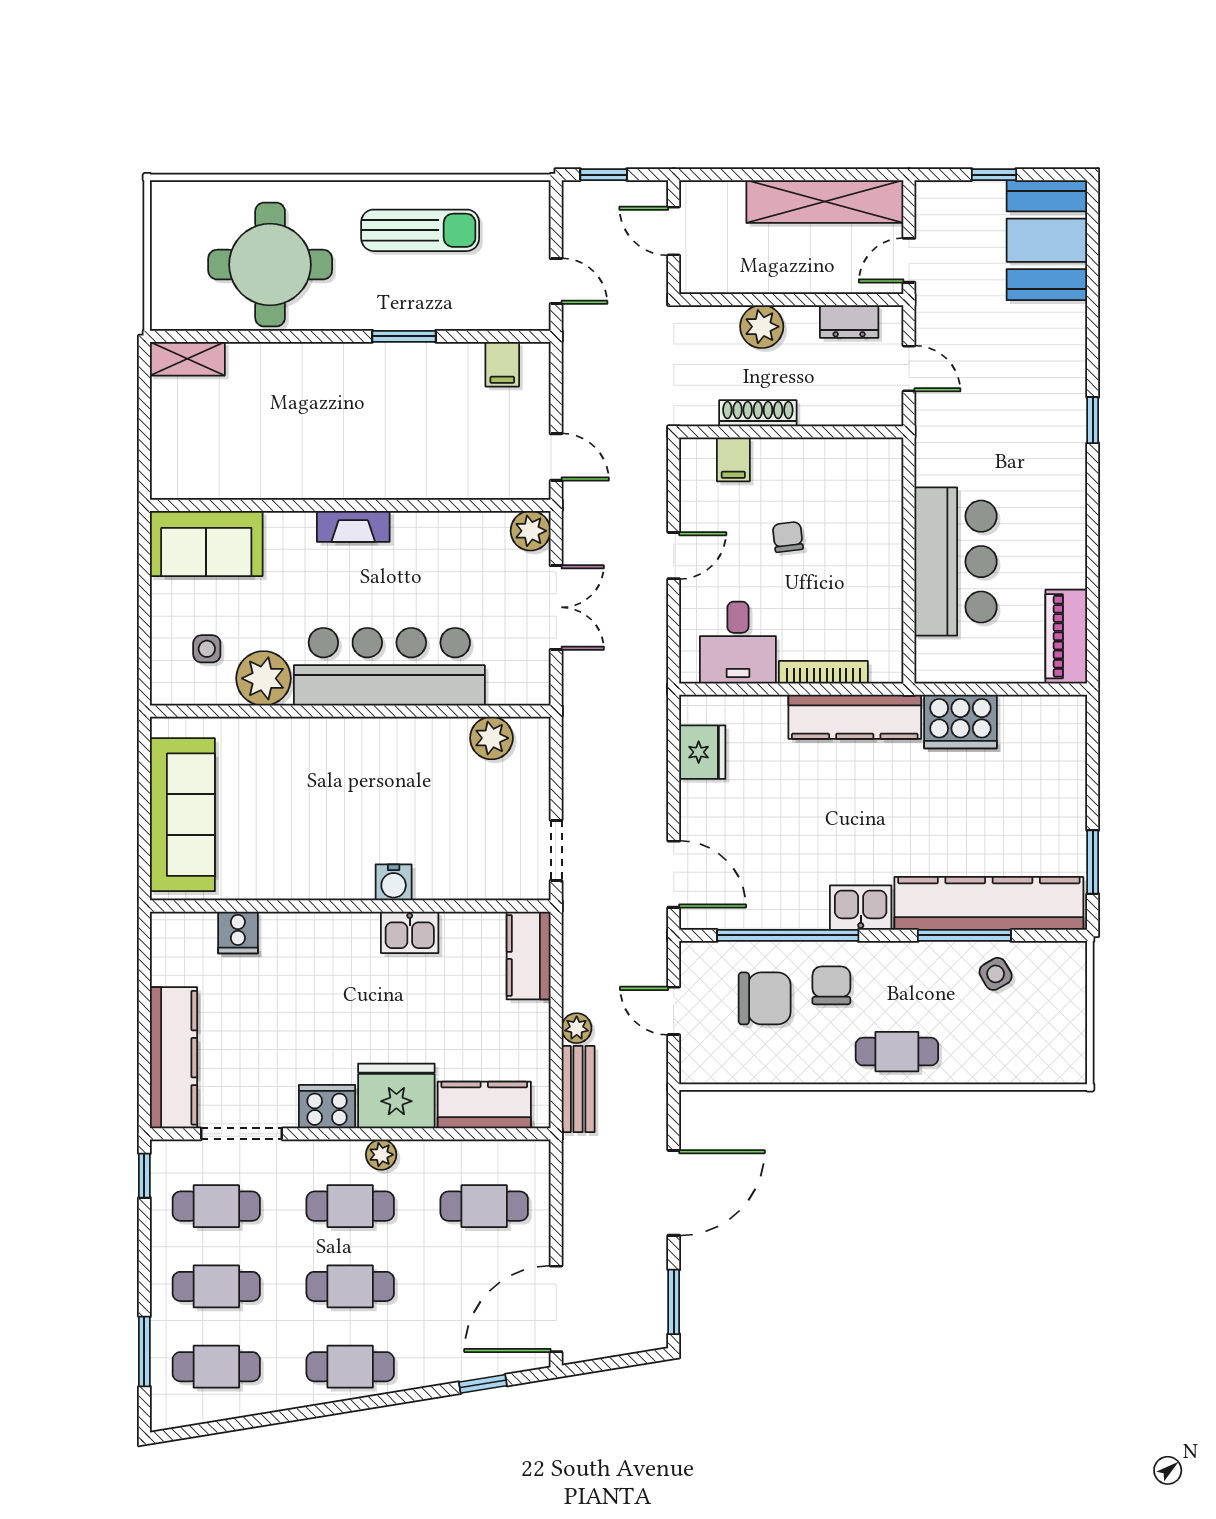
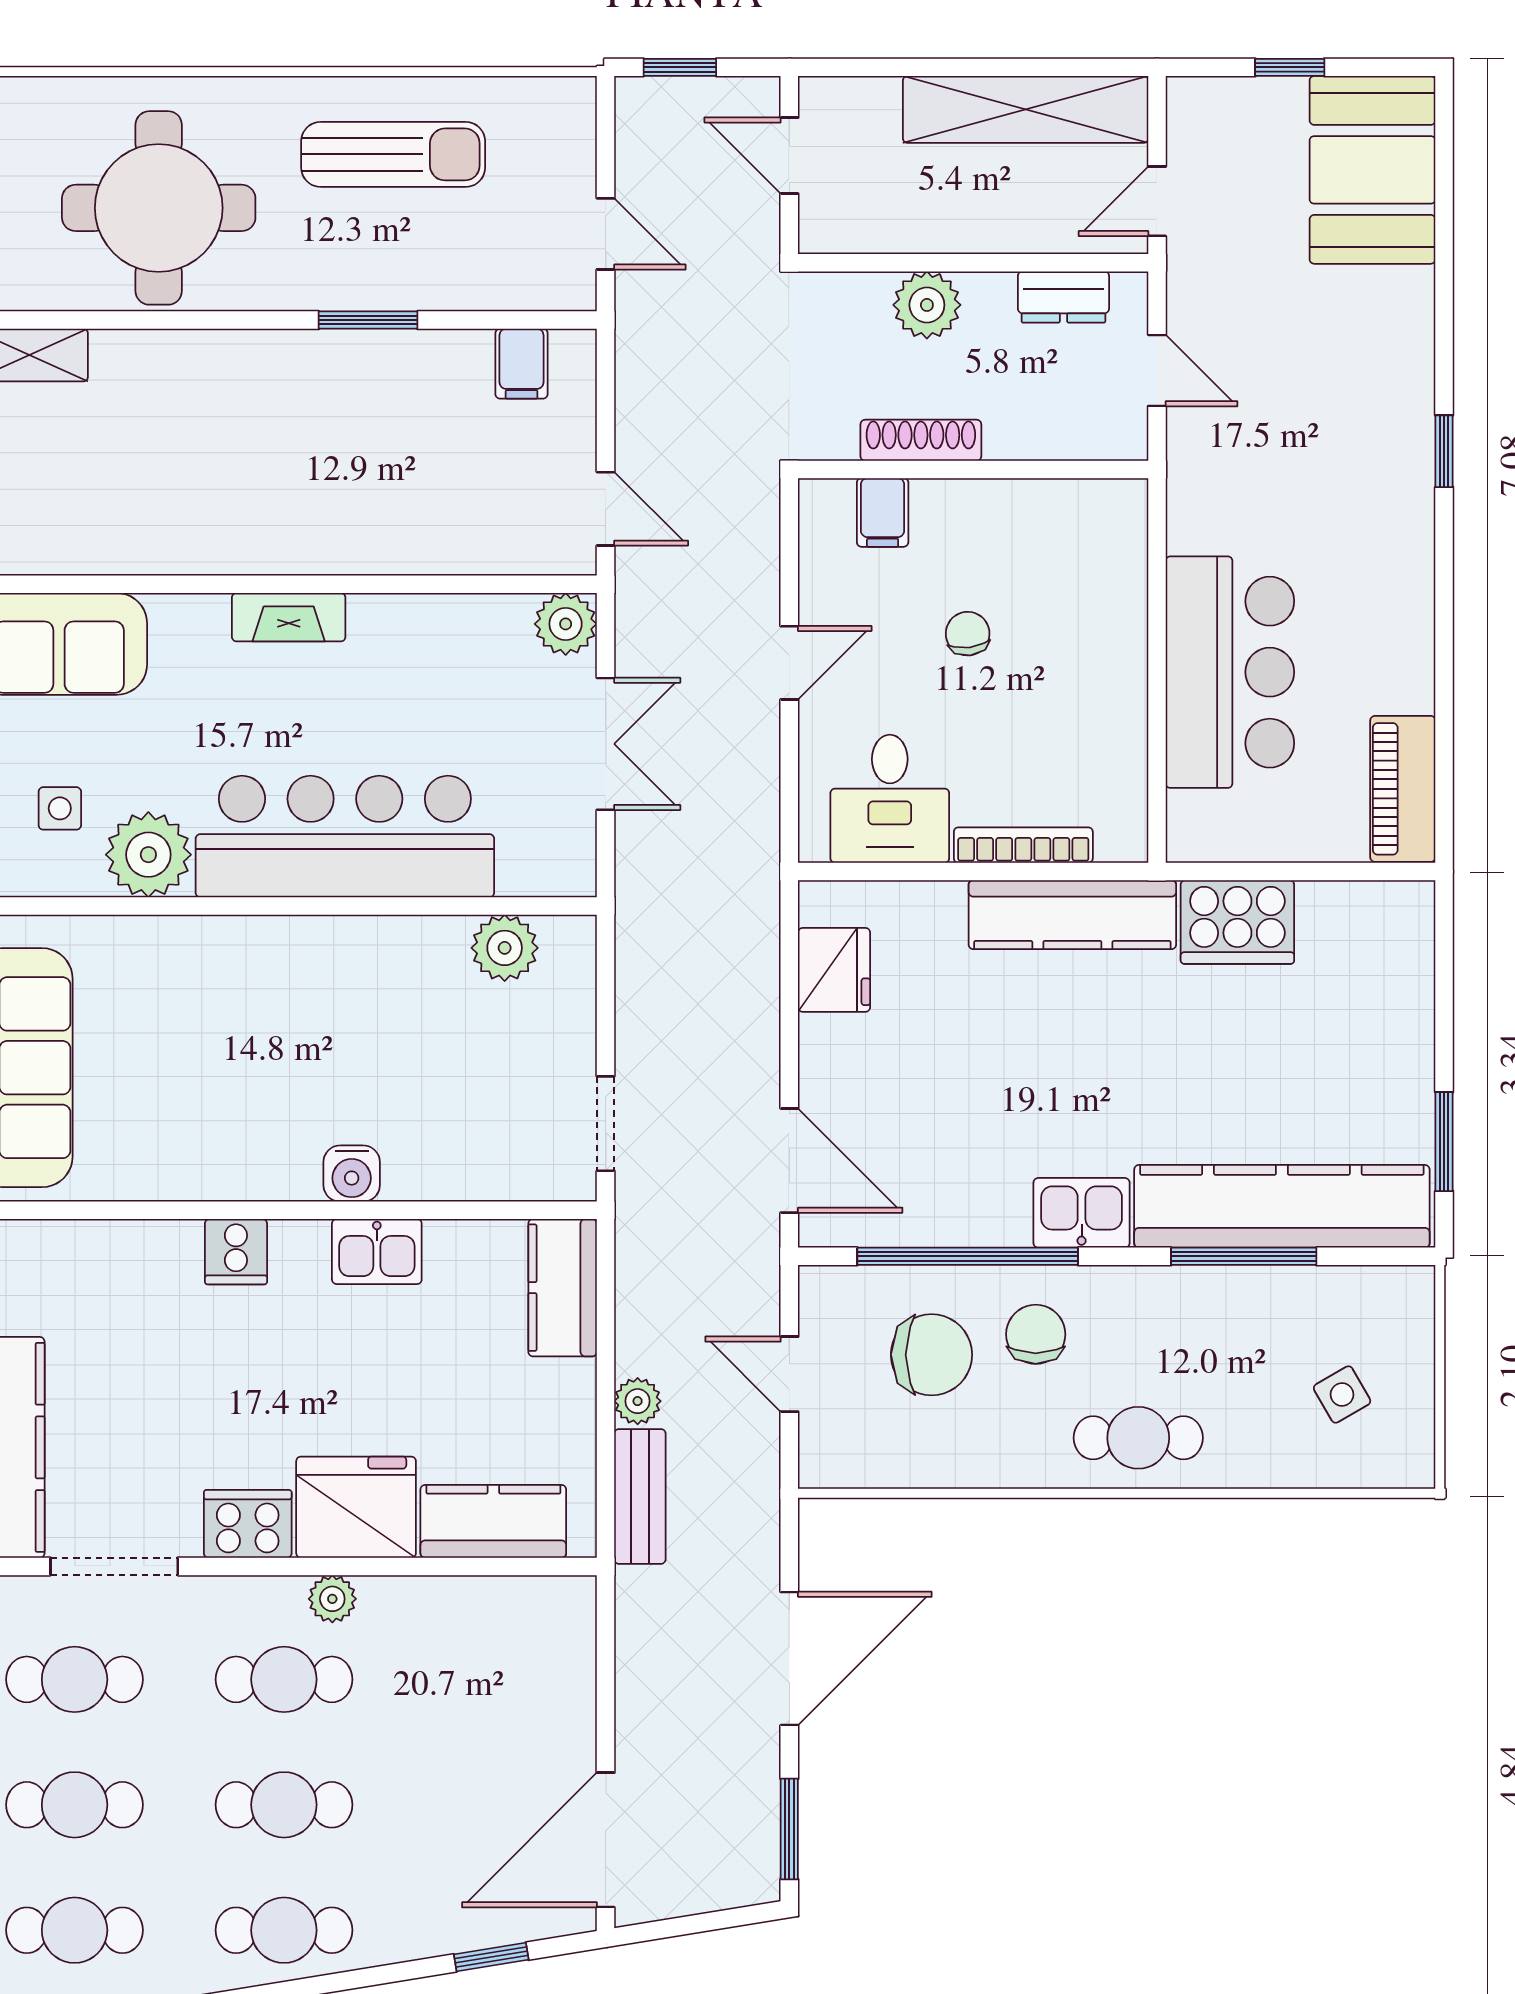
cooker: (238, 932) -> (236, 1252), moved
side table: (996, 974) -> (1342, 1395), moved
cafe table: (484, 1206) -> (493, 1679), removed

